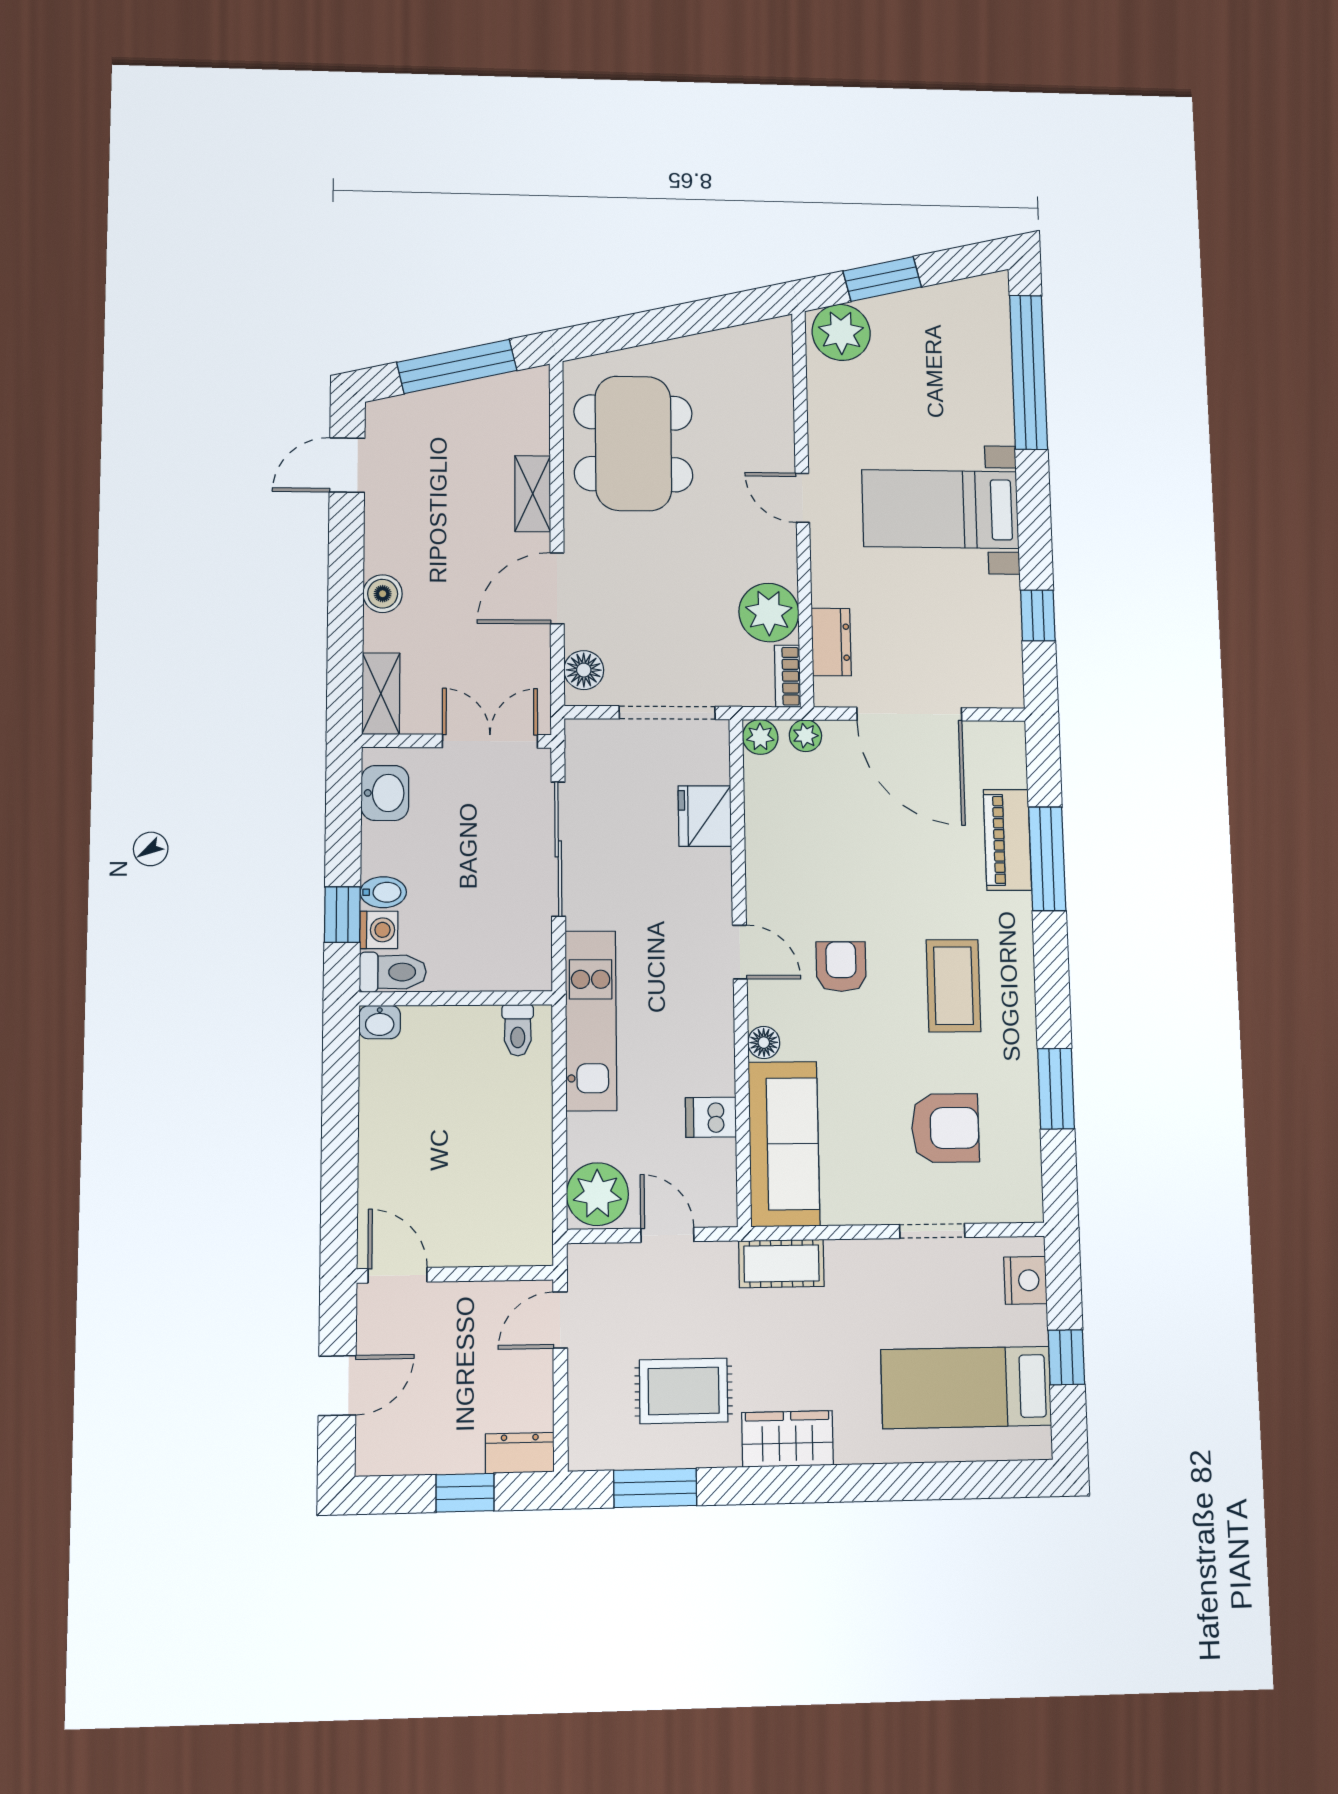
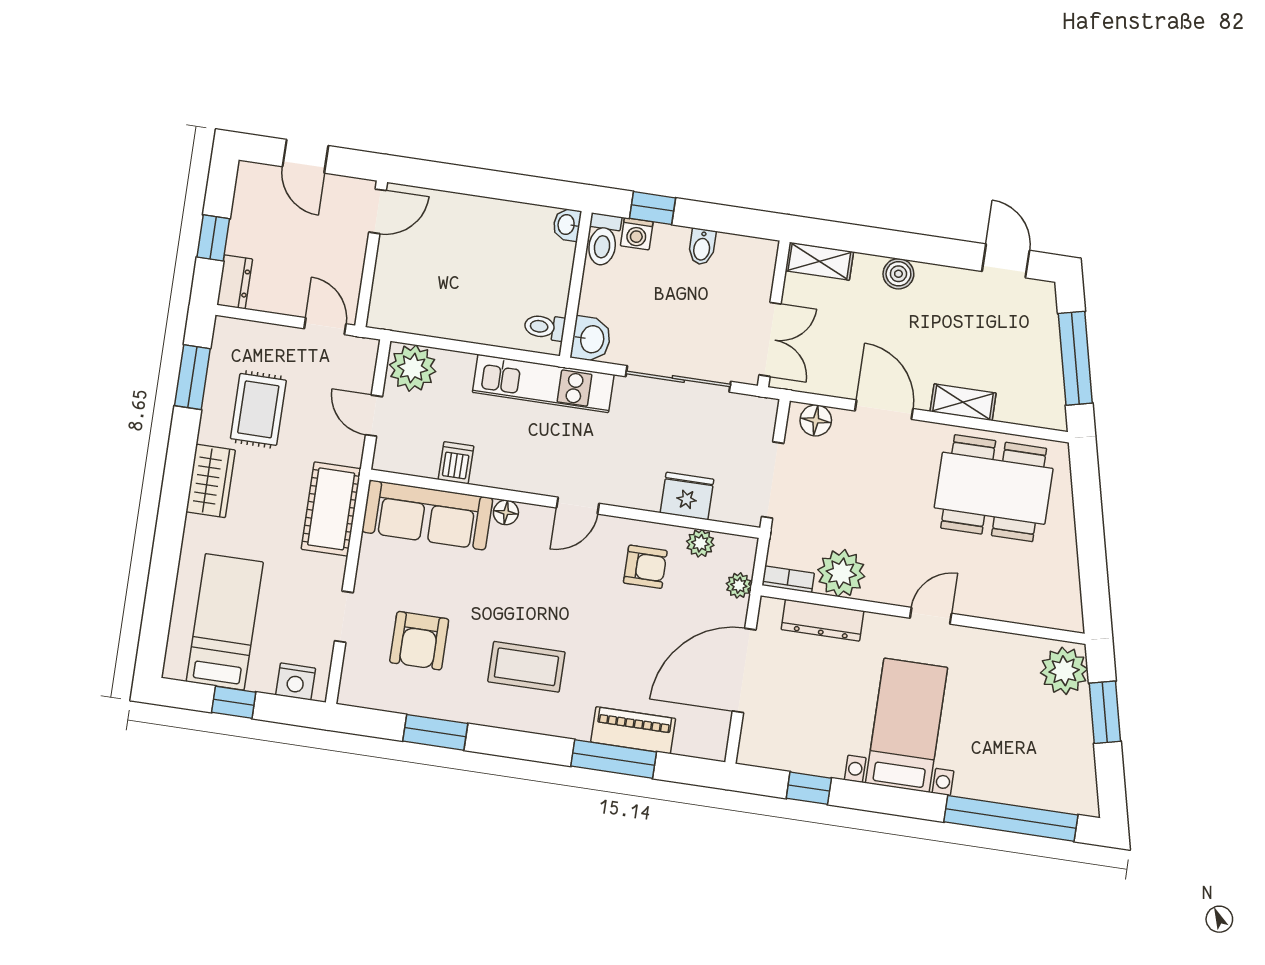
dresser: (831, 642) -> (823, 620), width x1.44
plant: (760, 737) -> (700, 543), moved
washbasin: (385, 793) -> (591, 339), moved, turned -90
bidet: (383, 892) -> (702, 247), moved
armchair: (841, 967) -> (645, 567), moved
door: (667, 1235) -> (374, 416), swing flipped
cot: (781, 1263) -> (331, 509), width x1.37, depth x1.34

